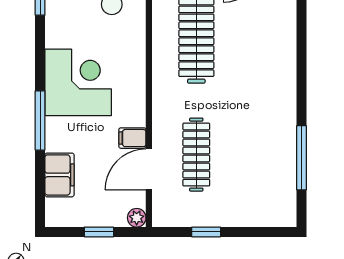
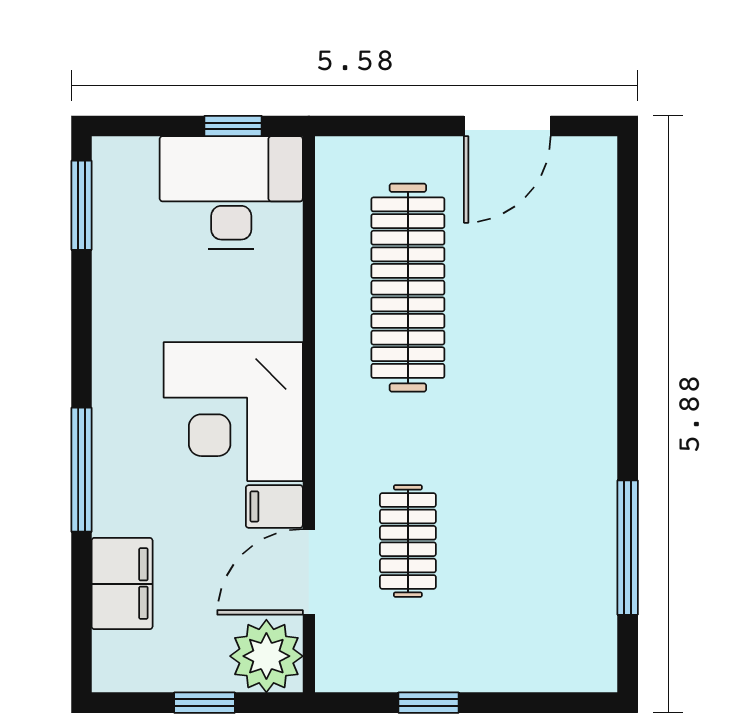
corner desk: (78, 82) -> (233, 412), moved, turned 180
clothes rail: (196, 155) -> (408, 541), width x0.73
plant: (137, 218) -> (266, 656), width x1.88, depth x1.88

